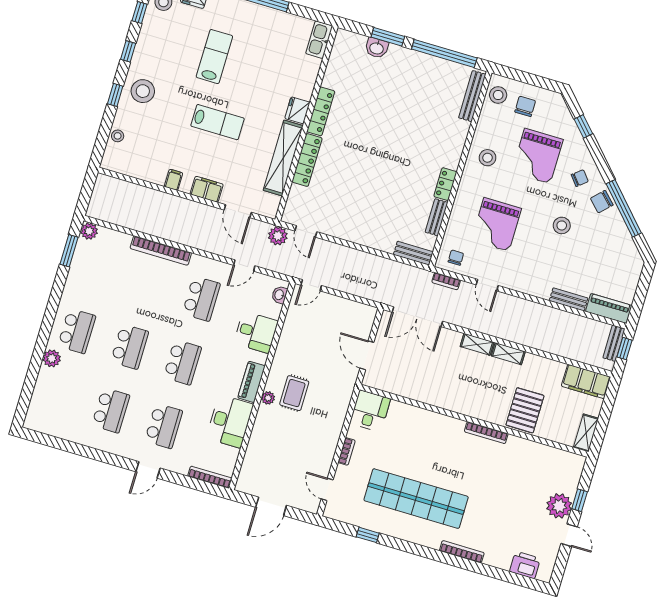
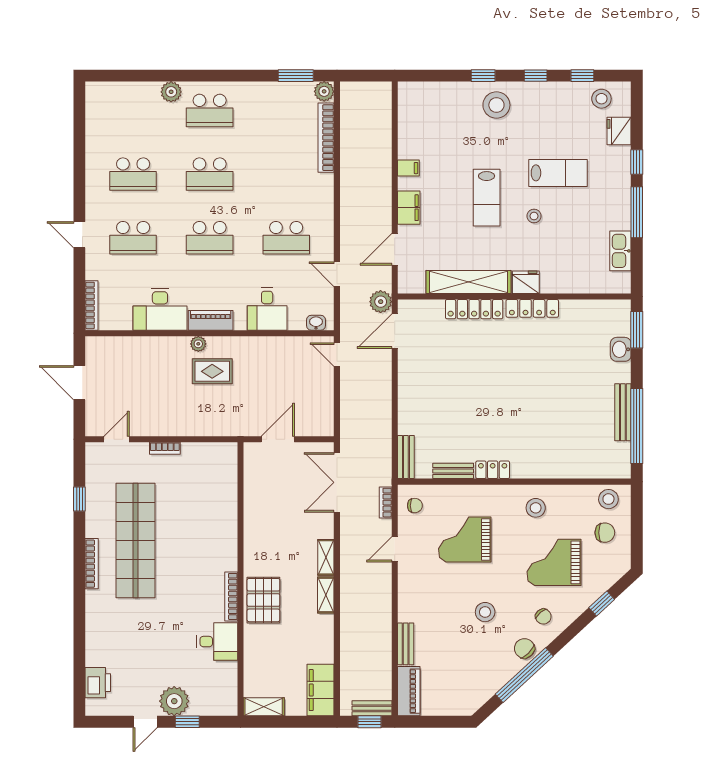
window: (388, 37) -> (637, 330), moved
kitchen sink: (319, 40) -> (620, 251), moved, turned -90
bench: (472, 96) -> (623, 412), moved, turned 90
stool: (118, 136) -> (534, 216), moved
door: (306, 231) -> (395, 331), width x1.38
bookcase: (161, 251) -> (326, 138), moved
pallet: (525, 410) -> (263, 600), moved, turned 90
desk: (370, 411) -> (217, 642), moved
bookcase: (462, 552) -> (92, 564), moved

